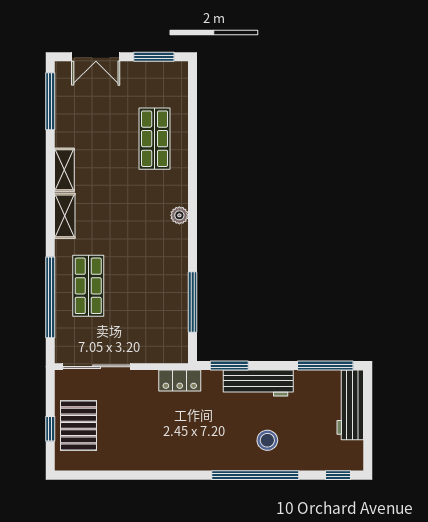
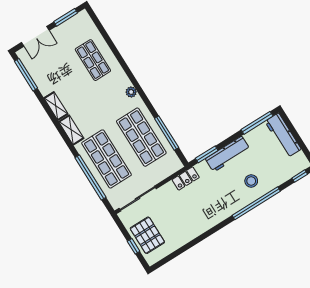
shop shelf: (88, 286) -> (107, 159), width x1.43, depth x1.36
shop shelf: (155, 286) -> (141, 137), added

